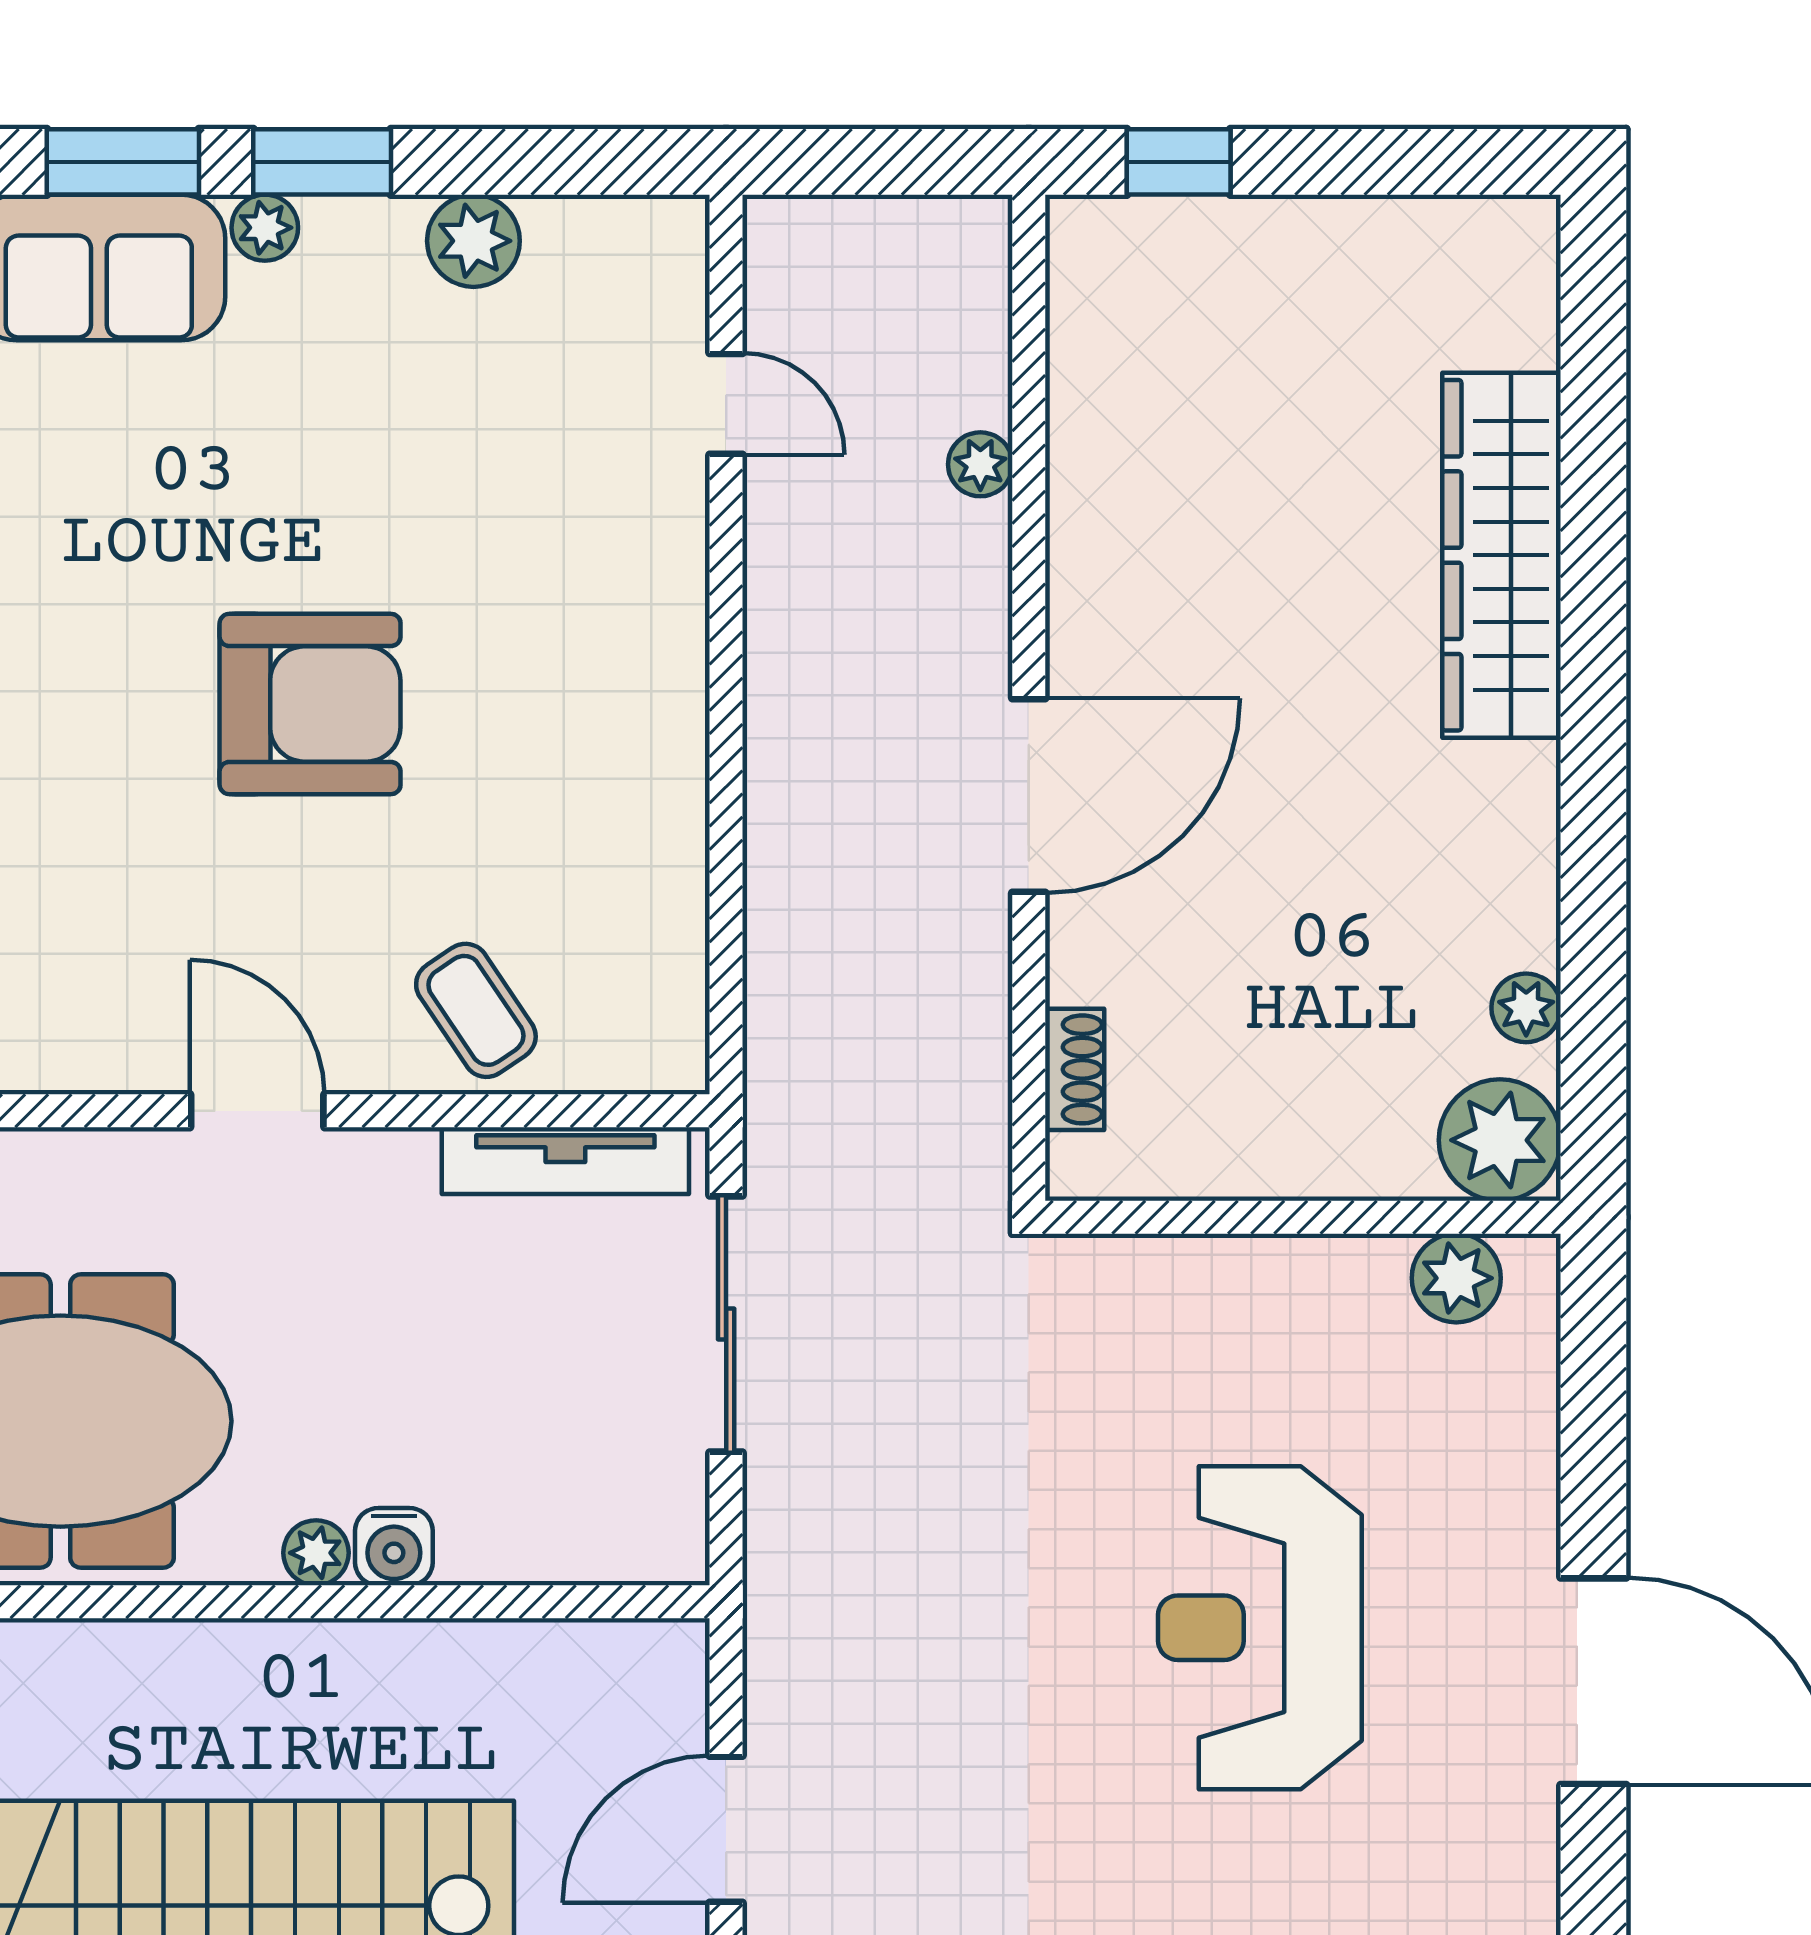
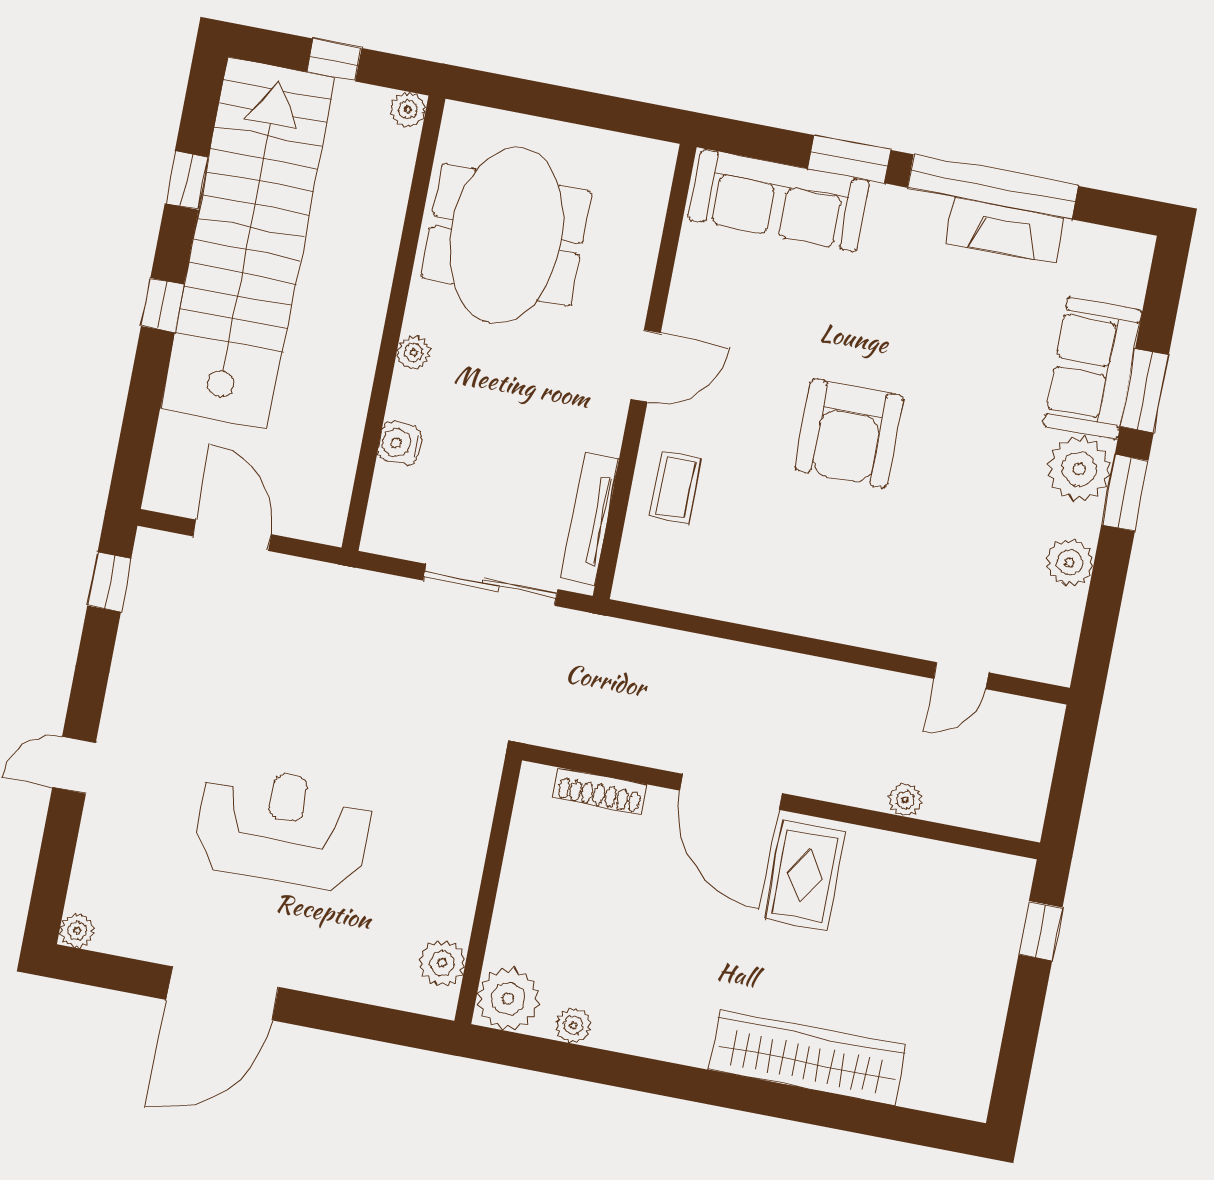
plant: (265, 228) -> (1079, 469), width x1.88, depth x1.88
rug: (1160, 626) -> (805, 875), added
coffee table: (476, 1010) -> (676, 488), turned -56
shoe rack: (1075, 1069) -> (600, 791), width x1.43
water cooler: (394, 1547) -> (400, 443), moved

